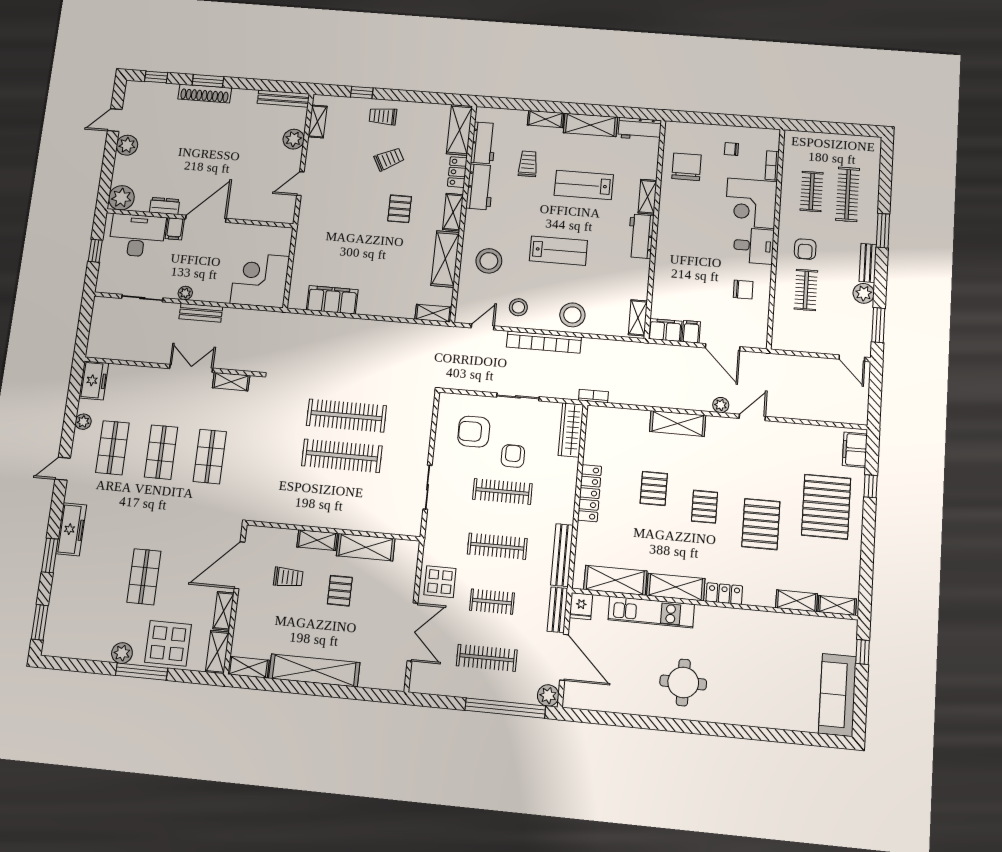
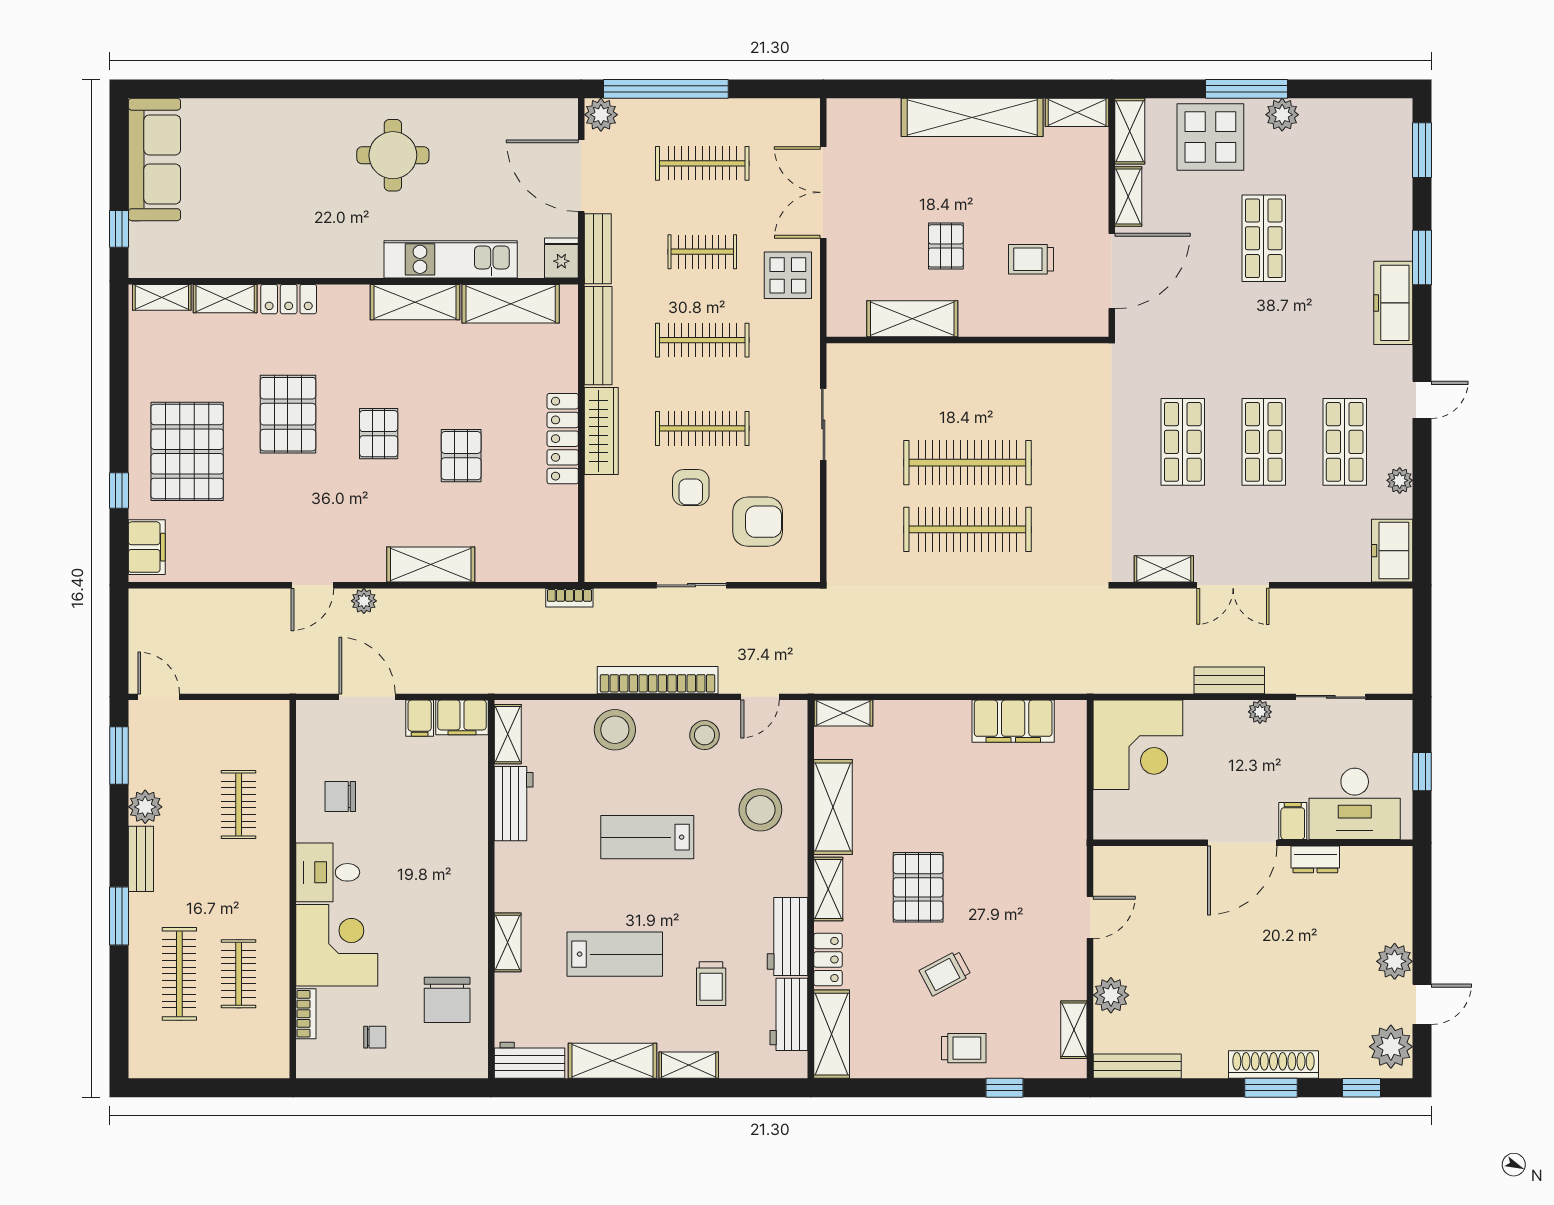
plant: (121, 198) -> (1391, 1047), moved
pallet: (400, 209) -> (918, 887), width x1.50, depth x1.42
workbench: (641, 236) -> (514, 804), moved
armchair: (805, 249) -> (244, 874), removed
wardrobe: (571, 430) -> (601, 431), moved
shelving: (317, 540) -> (992, 323), removed
locker: (724, 594) -> (289, 299), moved

